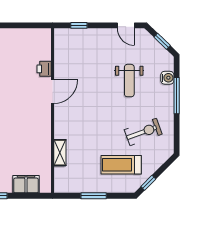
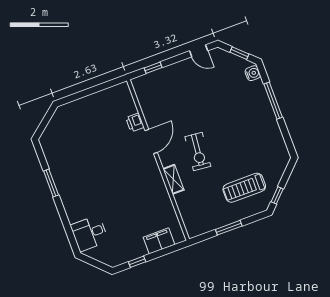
water cooler: (167, 78) -> (253, 73), moved
weight bench: (129, 81) -> (222, 103), removed
exercise bike: (143, 132) -> (198, 151), moved, turned 116
shelving: (60, 153) -> (173, 179), moved

